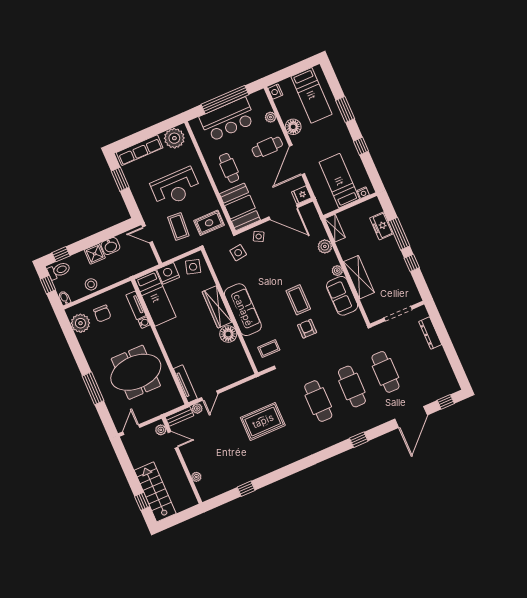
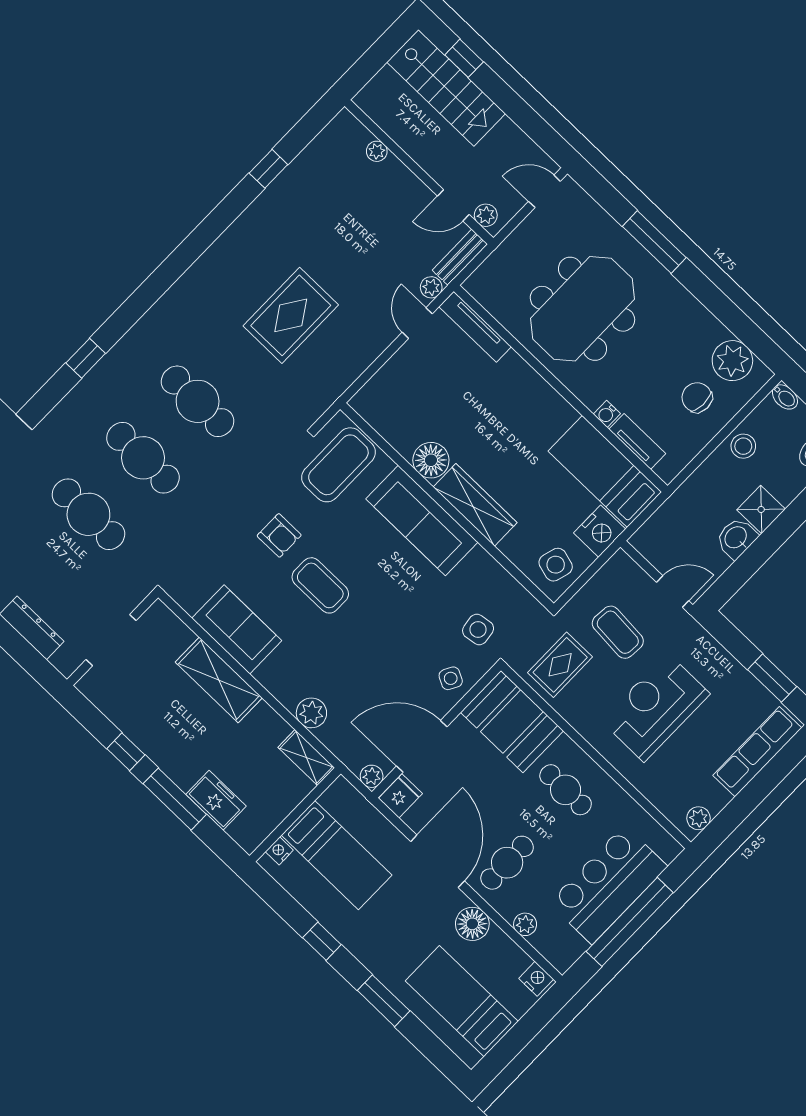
plant: (174, 138) -> (698, 818), width x0.53, depth x0.53
plant: (337, 271) -> (372, 776), moved
coffee table: (269, 349) -> (338, 465), width x1.86, depth x1.72
door: (131, 430) -> (544, 191), swing flipped

